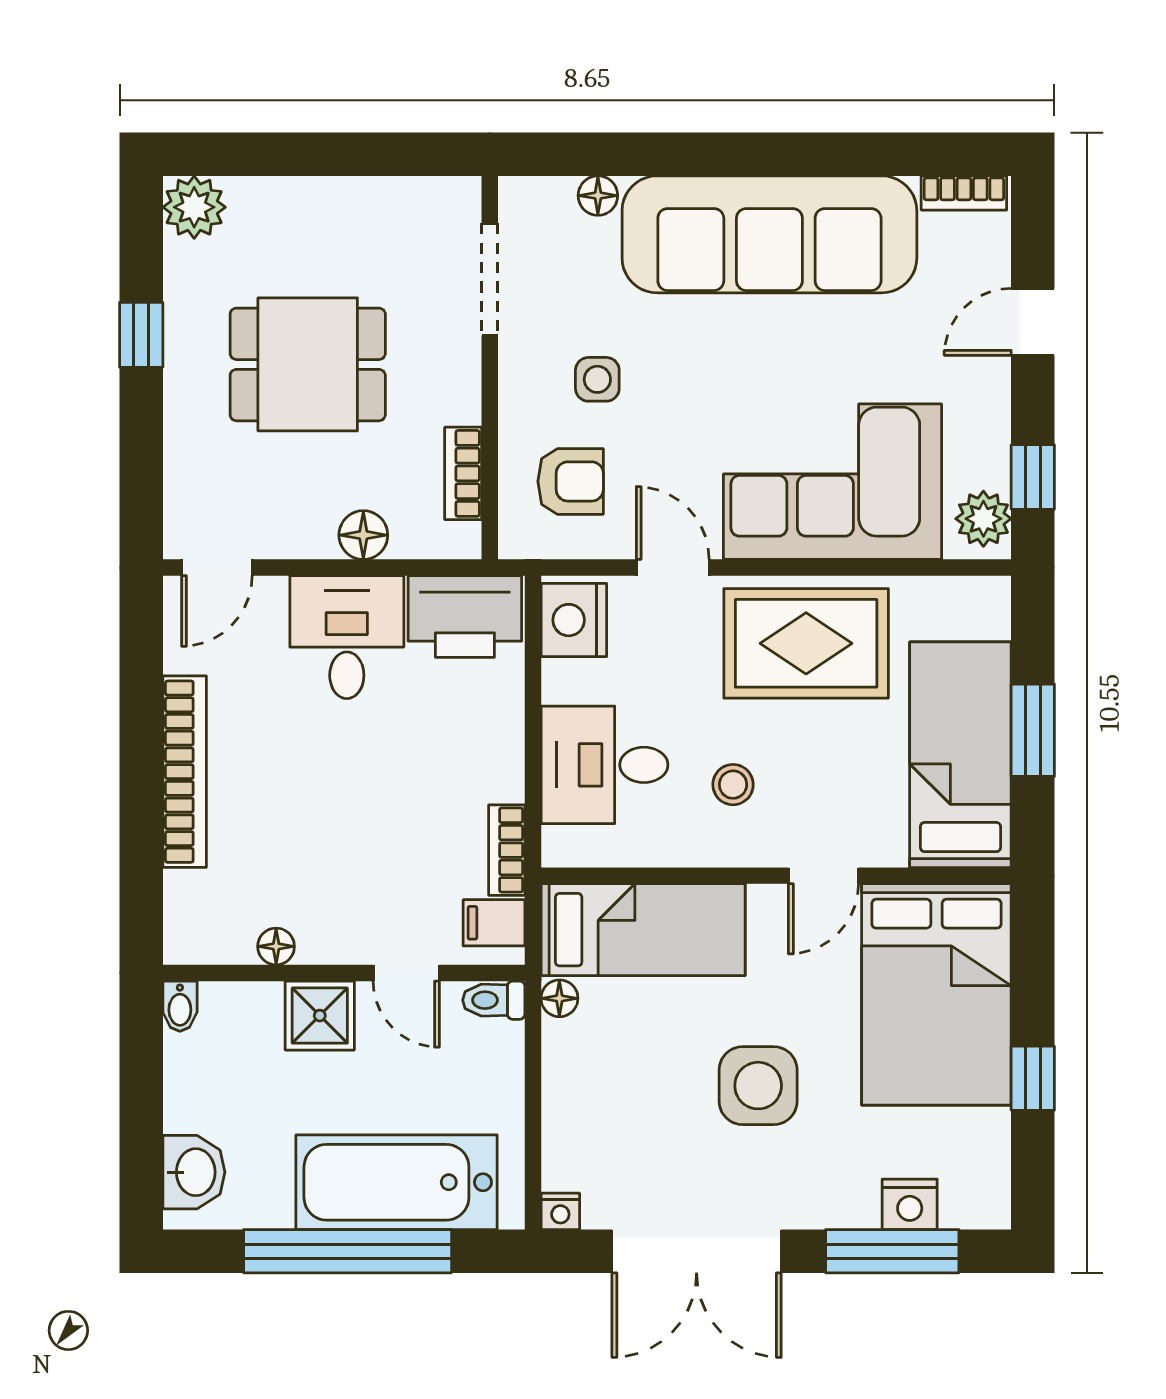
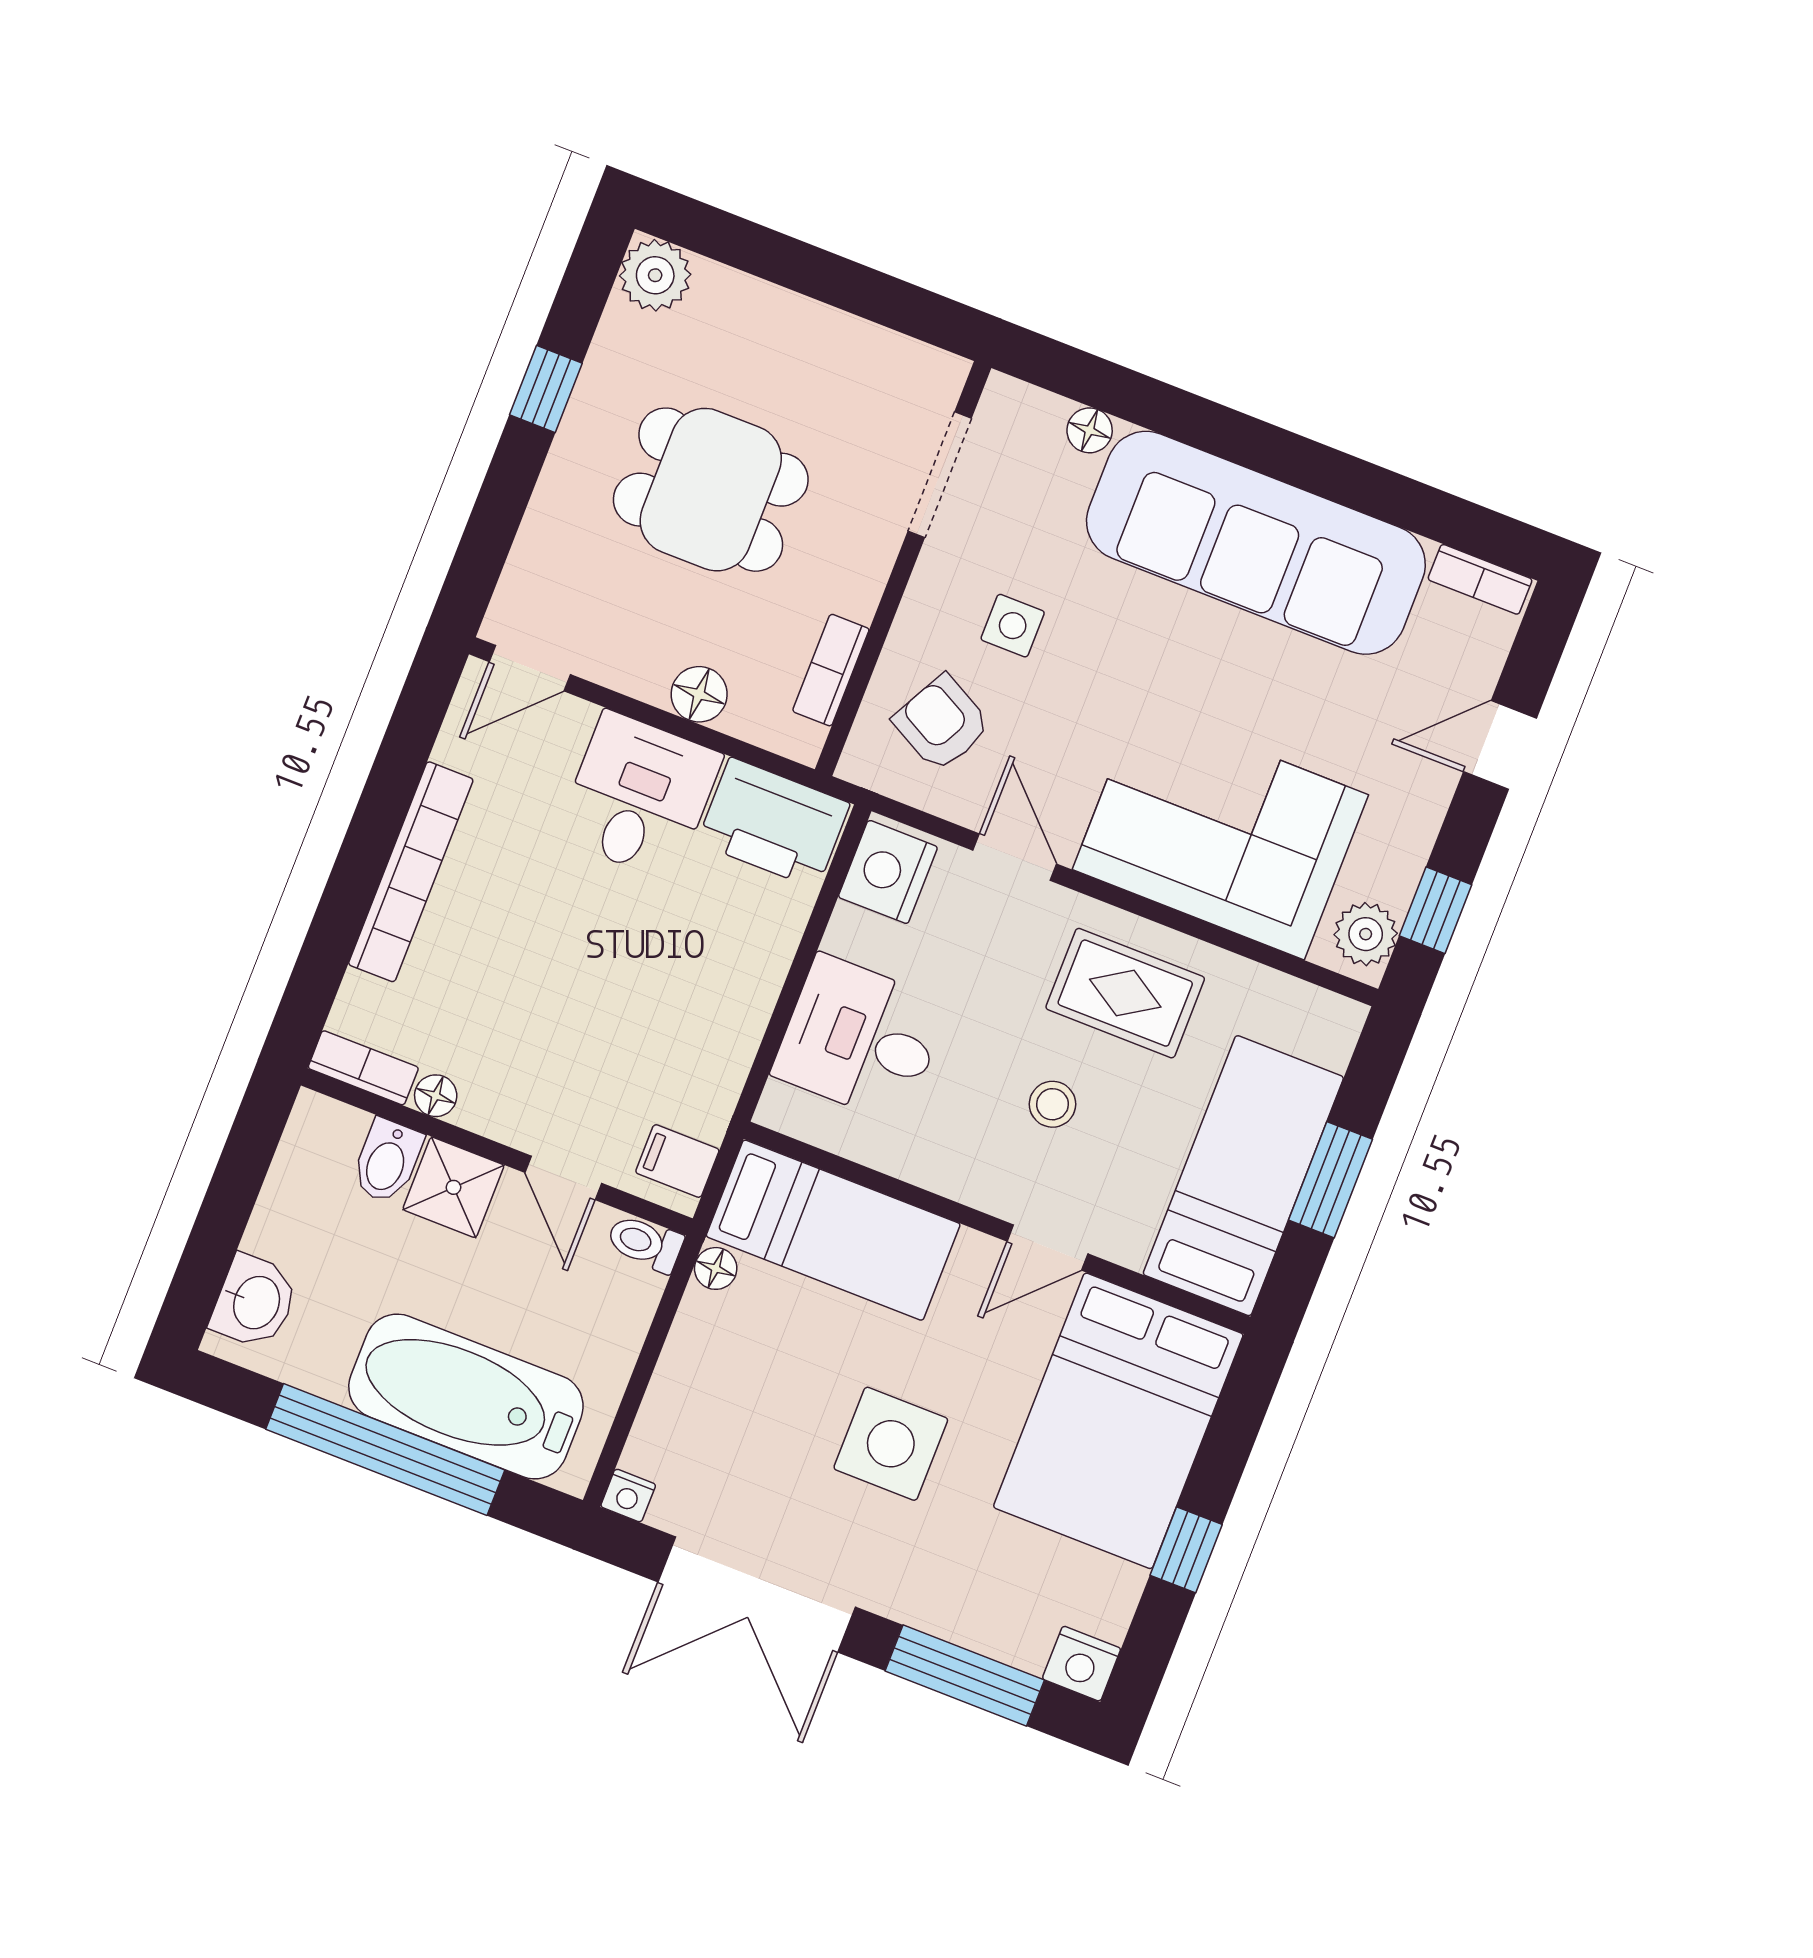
armchair: (571, 481) -> (942, 723), turned -152
rug: (806, 643) -> (1125, 993), width x0.73, depth x0.70
stool: (733, 785) -> (1052, 1104), moved
bookcase: (507, 850) -> (363, 1068), moved, turned 90
bidet: (180, 1006) -> (387, 1161), moved, width x1.38, depth x1.36
nightstand: (910, 1204) -> (1082, 1664), moved

